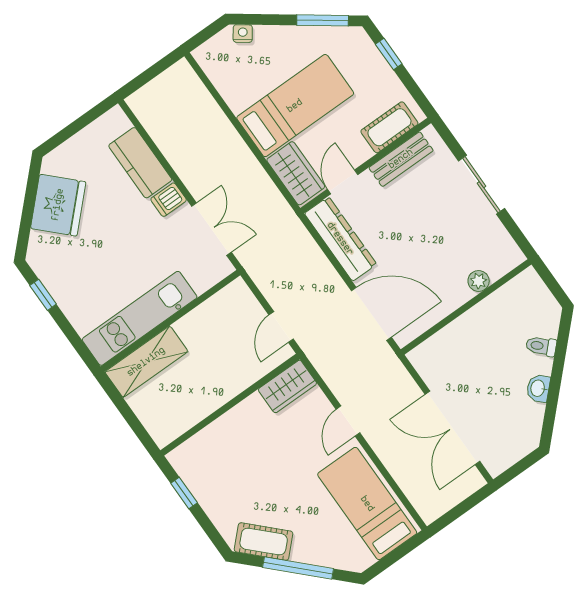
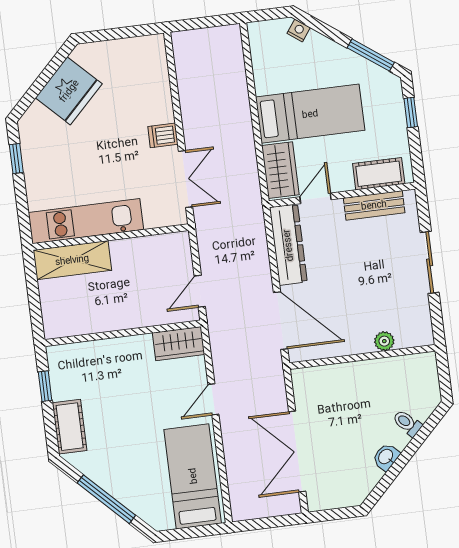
kitchen counter: (140, 163) -> (156, 92), removed
cot: (264, 541) -> (70, 427), moved, turned 45

